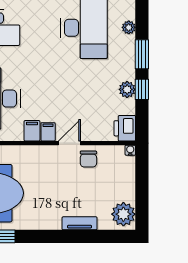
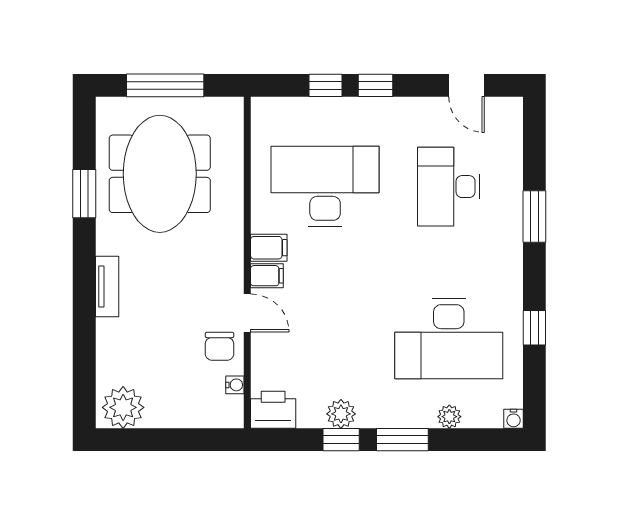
water cooler: (130, 150) -> (235, 385), moved
chair: (88, 159) -> (220, 346), turned -90
tv unit: (80, 223) -> (107, 287), moved

